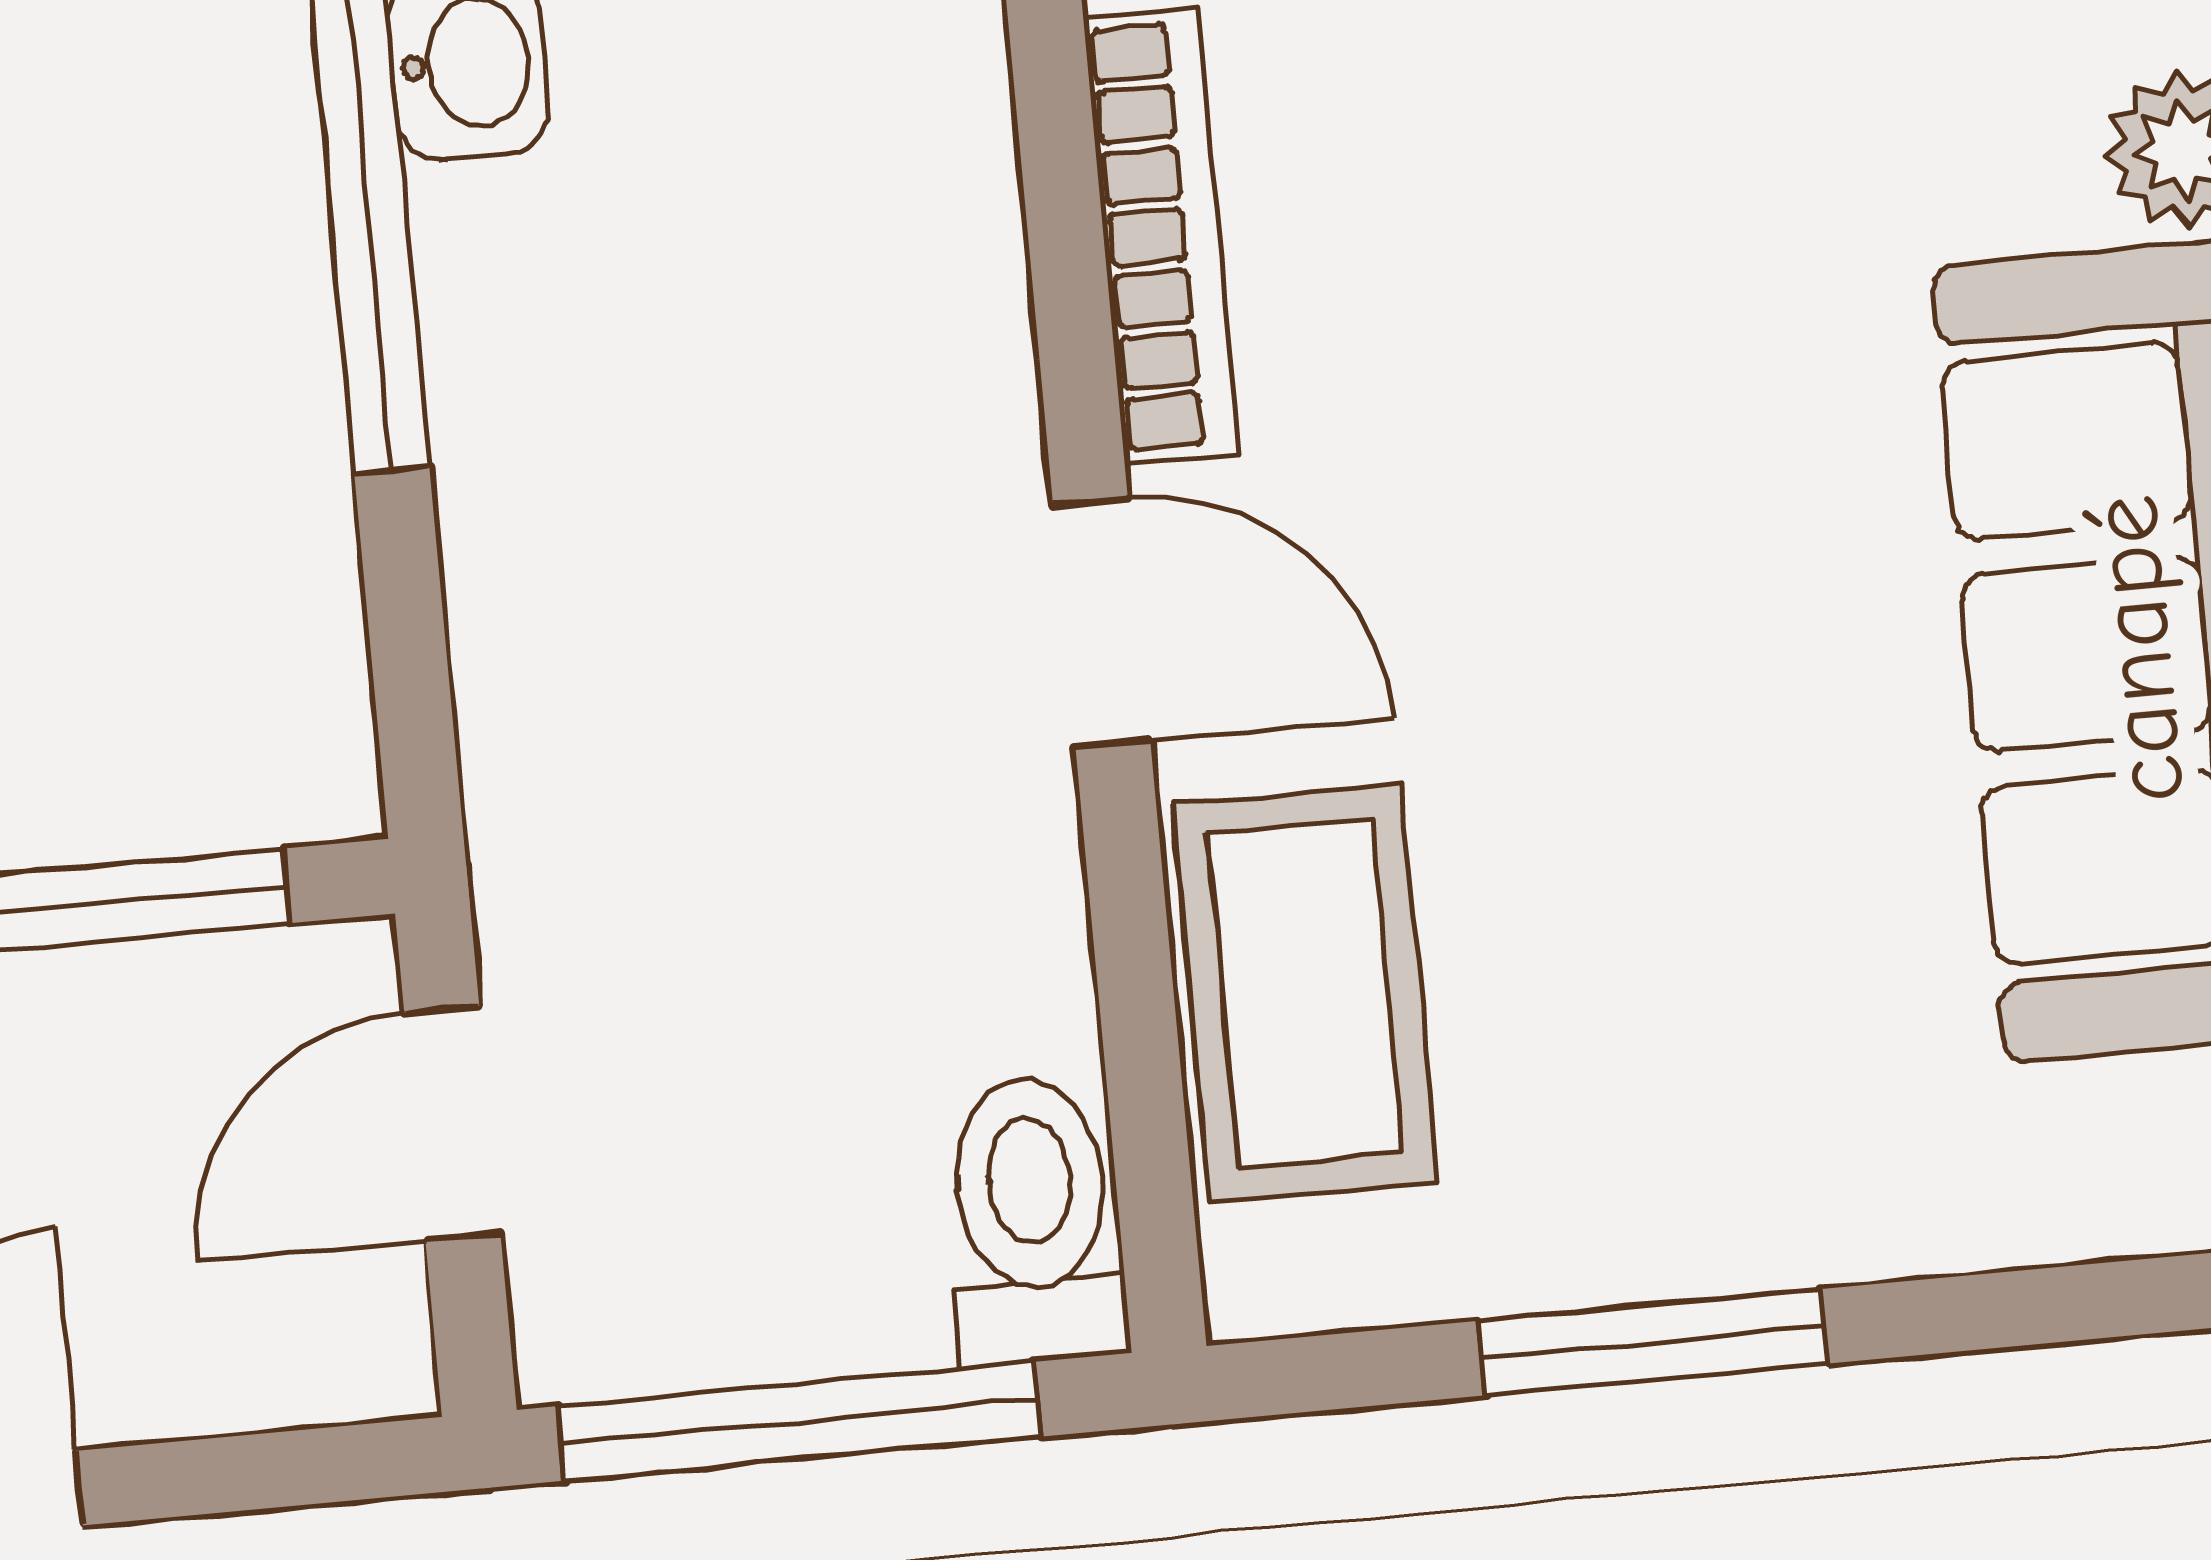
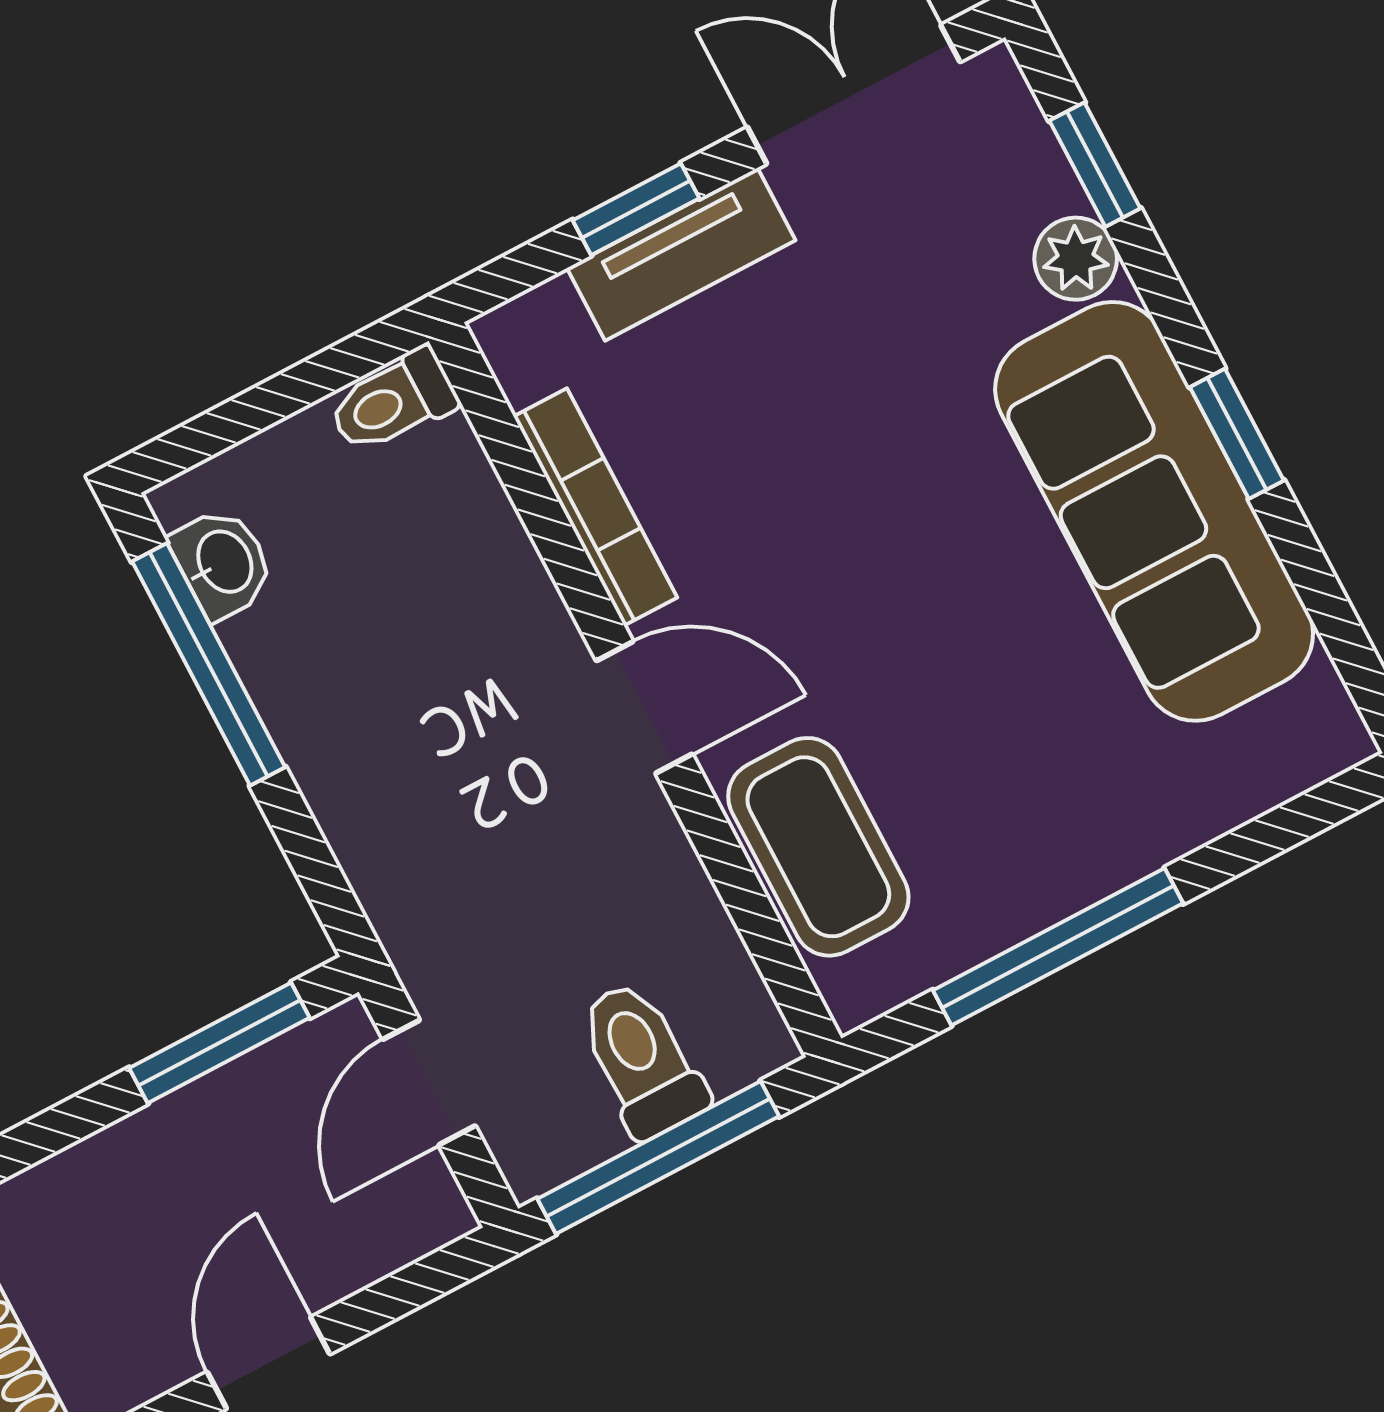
toilet: (1033, 1220) -> (642, 1059), moved
window: (1653, 1342) -> (1058, 947), width x1.44

